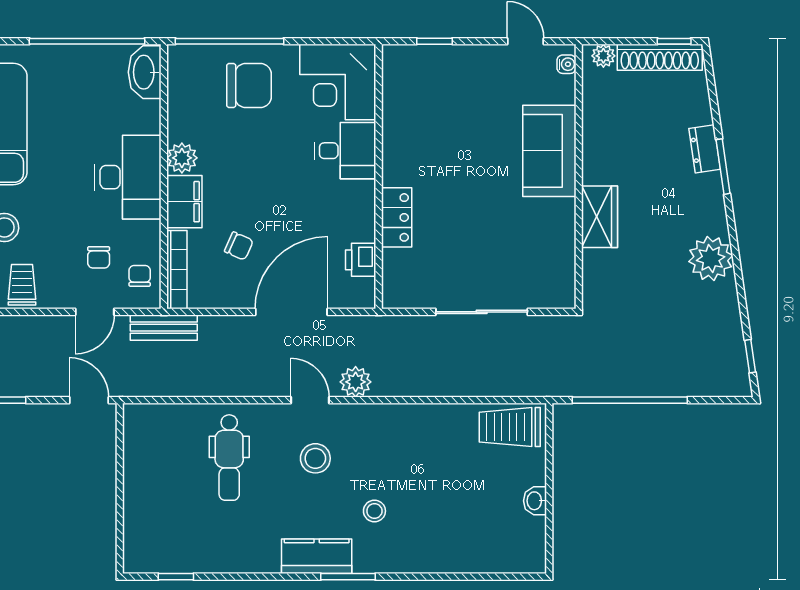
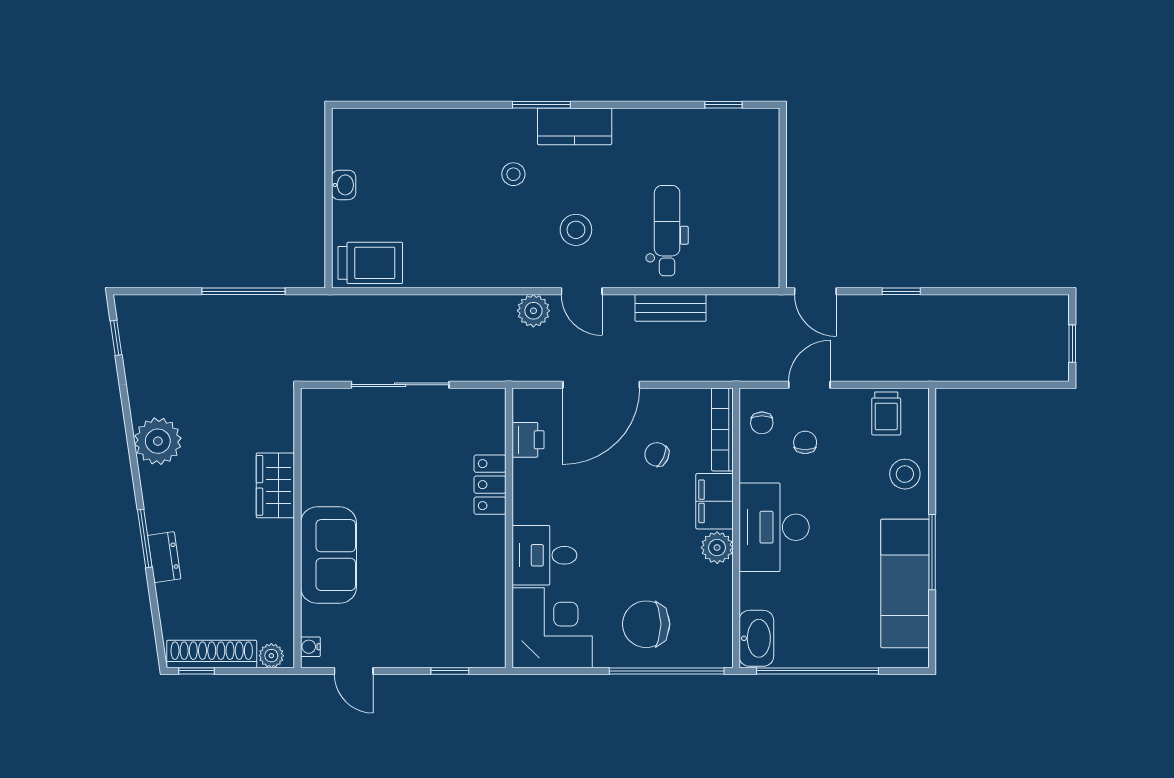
bench: (164, 328) -> (671, 308), moved
window: (630, 400) -> (243, 291), width x0.68

